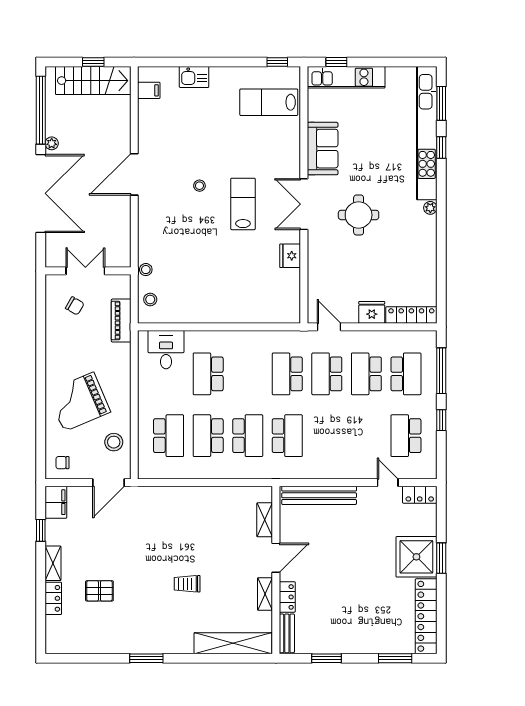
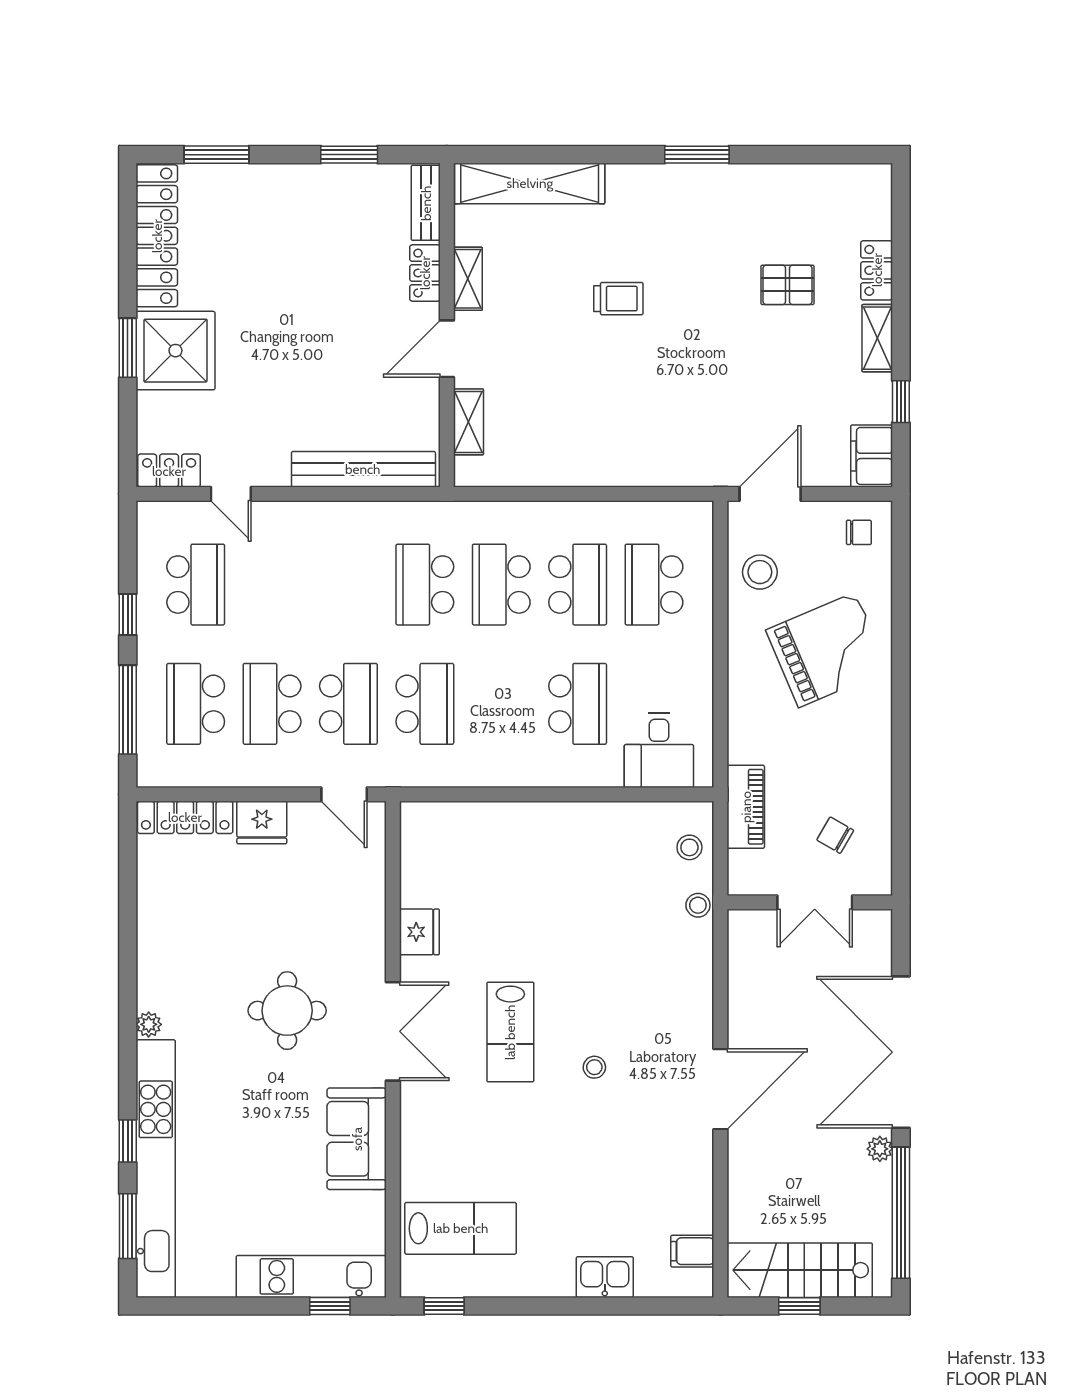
school desk: (366, 374) -> (272, 704), turned 180

